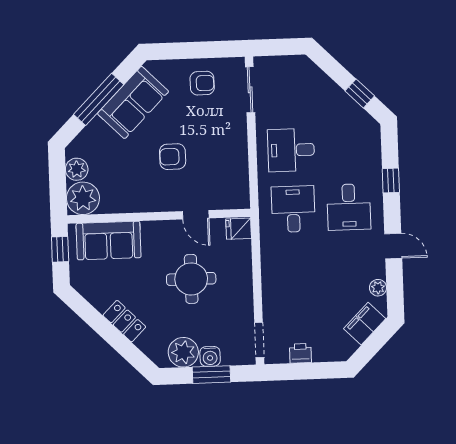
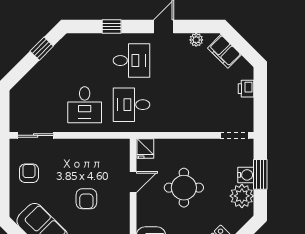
printer: (300, 353) -> (246, 89), moved

